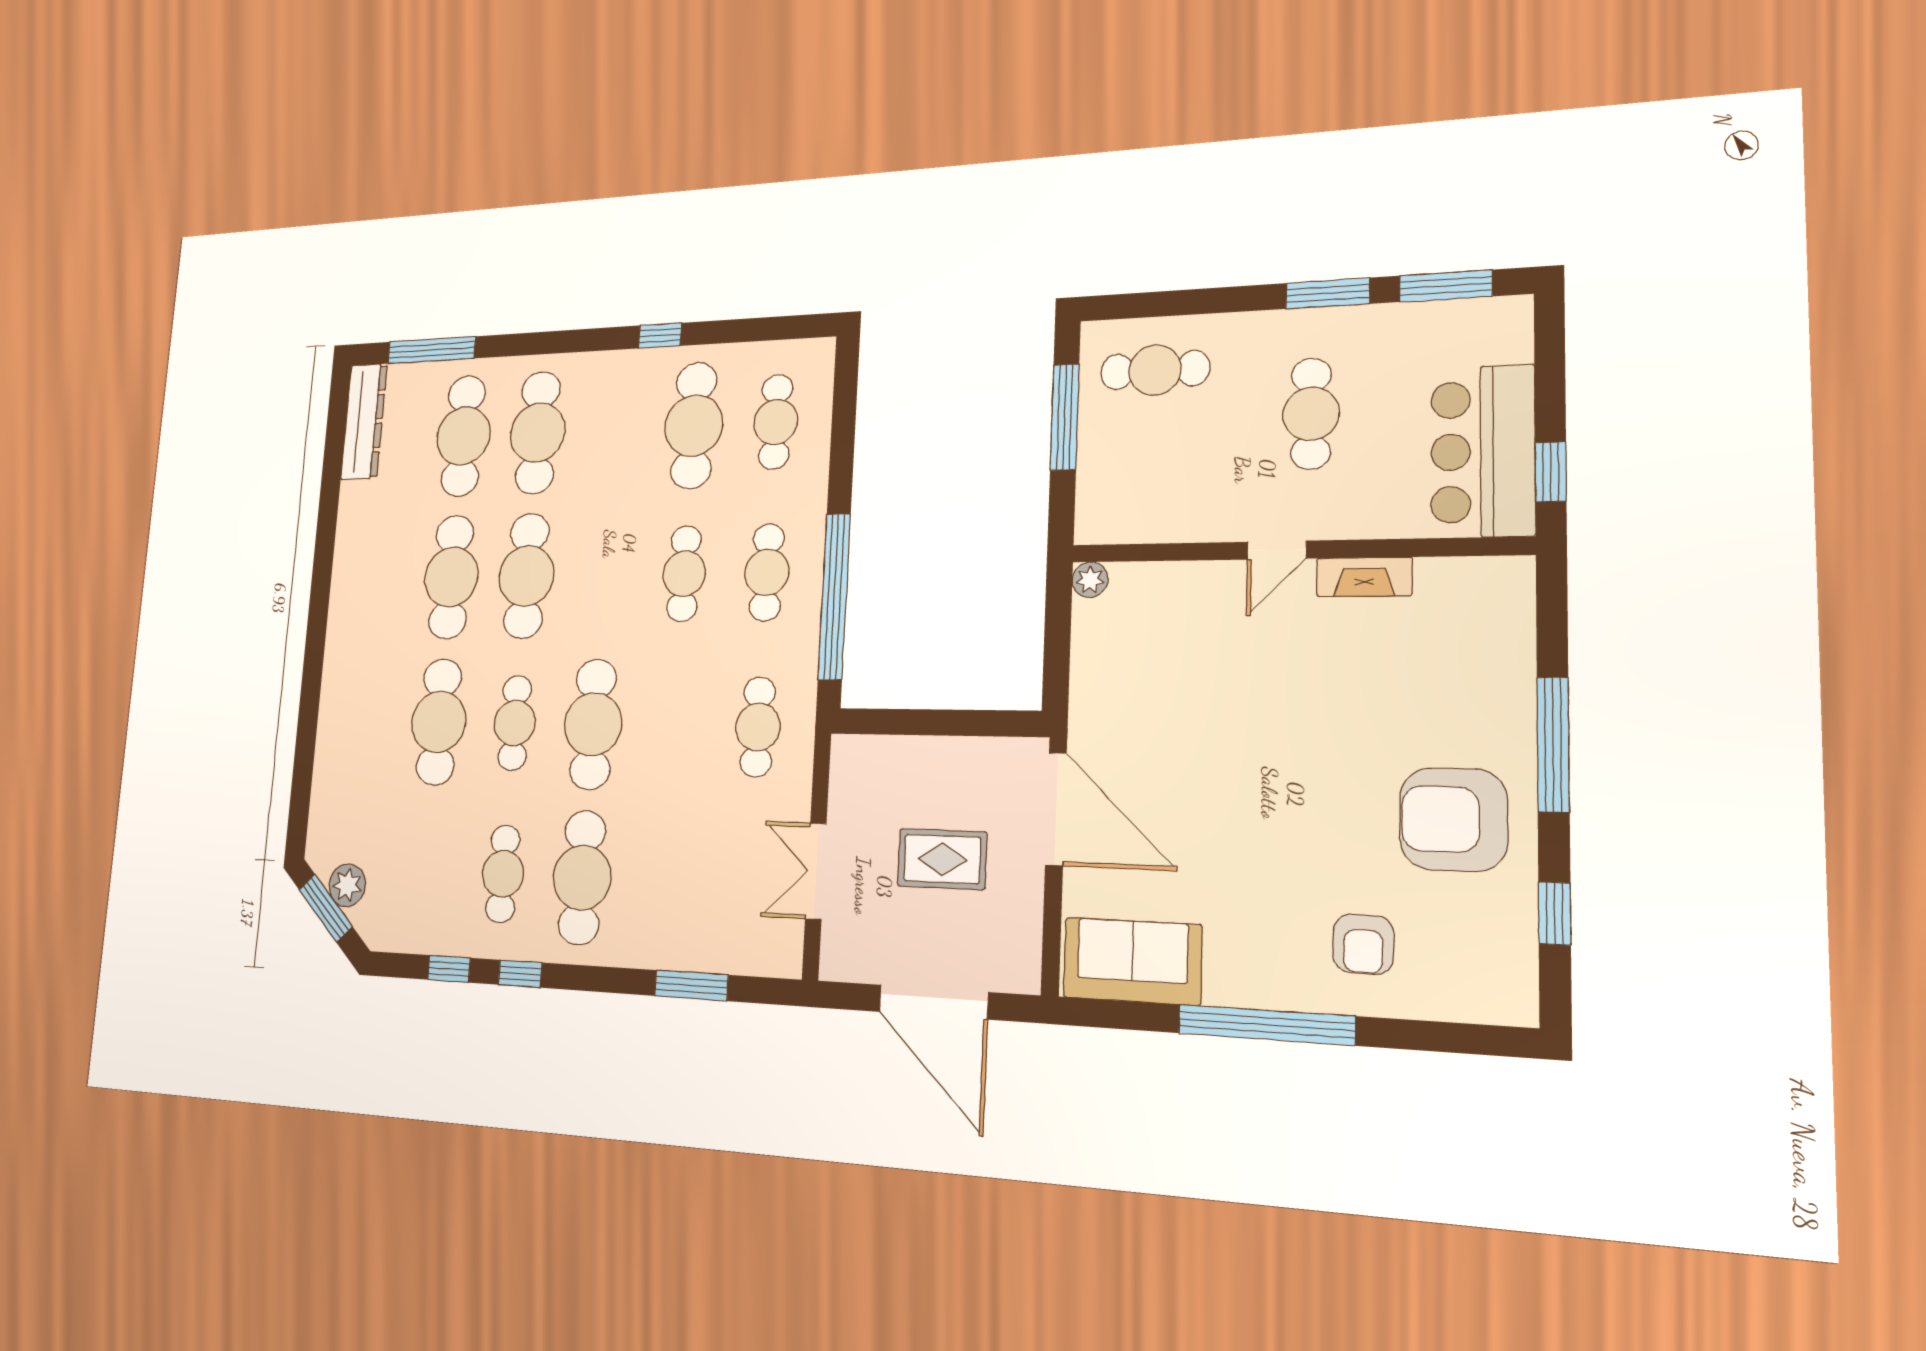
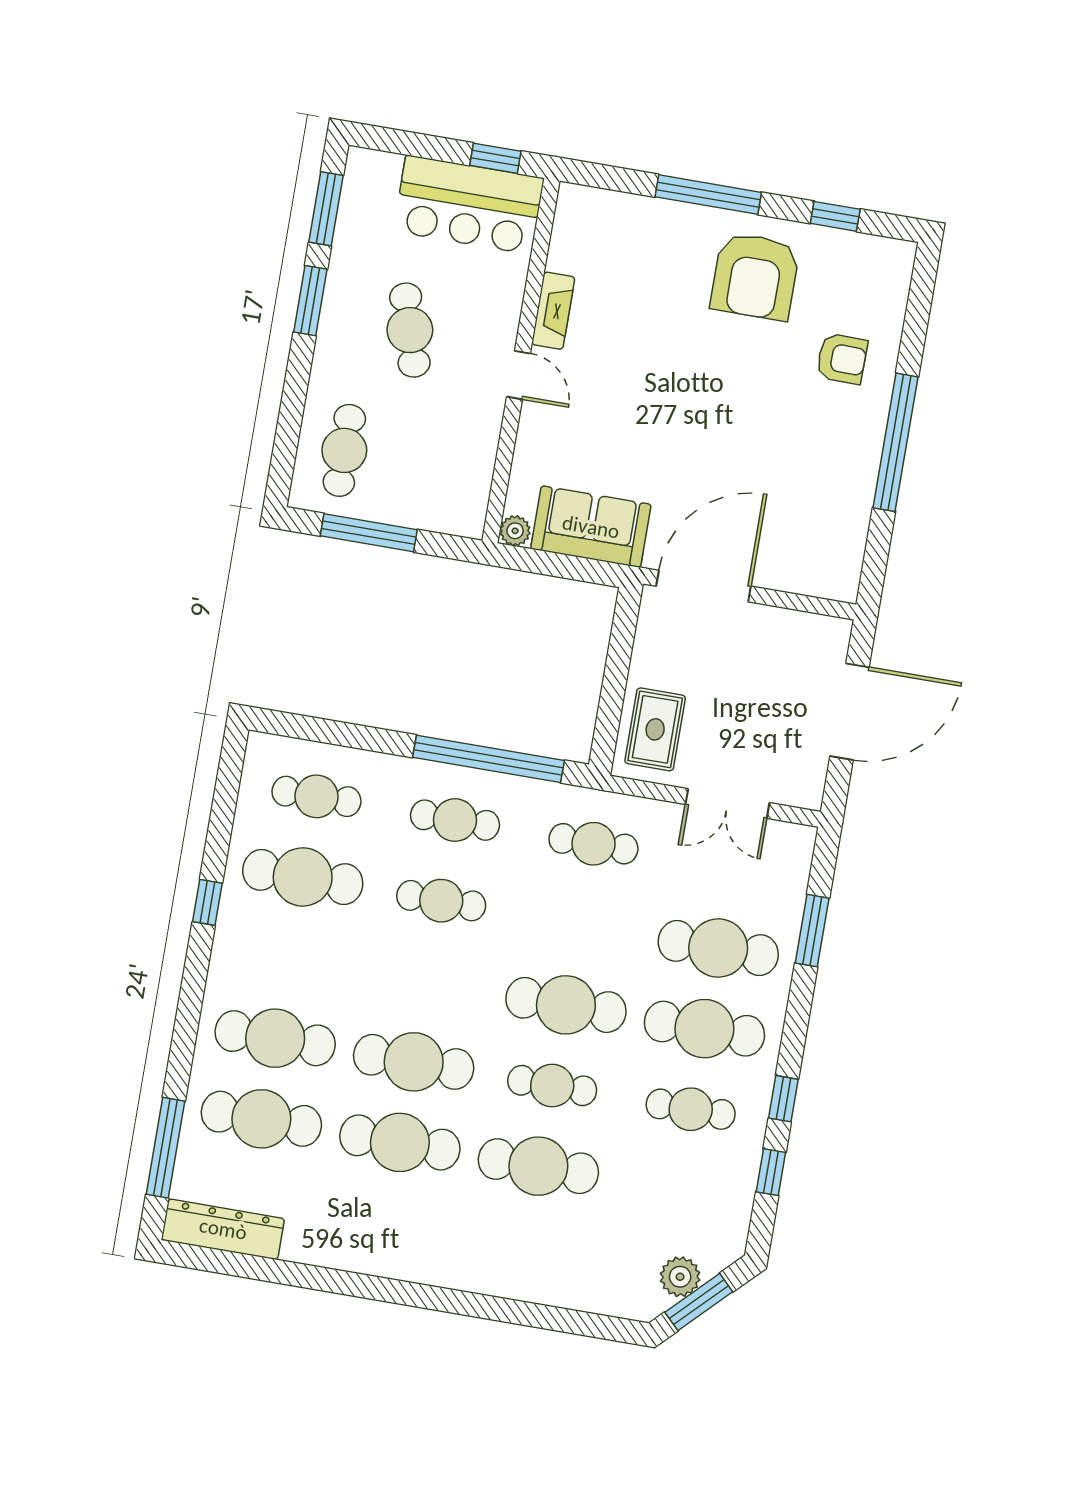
cafe table: (1311, 414) -> (410, 330), turned 73
rug: (942, 859) -> (655, 729), moved
cafe table: (664, 881) -> (718, 948), added
sofa: (1132, 961) -> (591, 527), moved, turned 90

